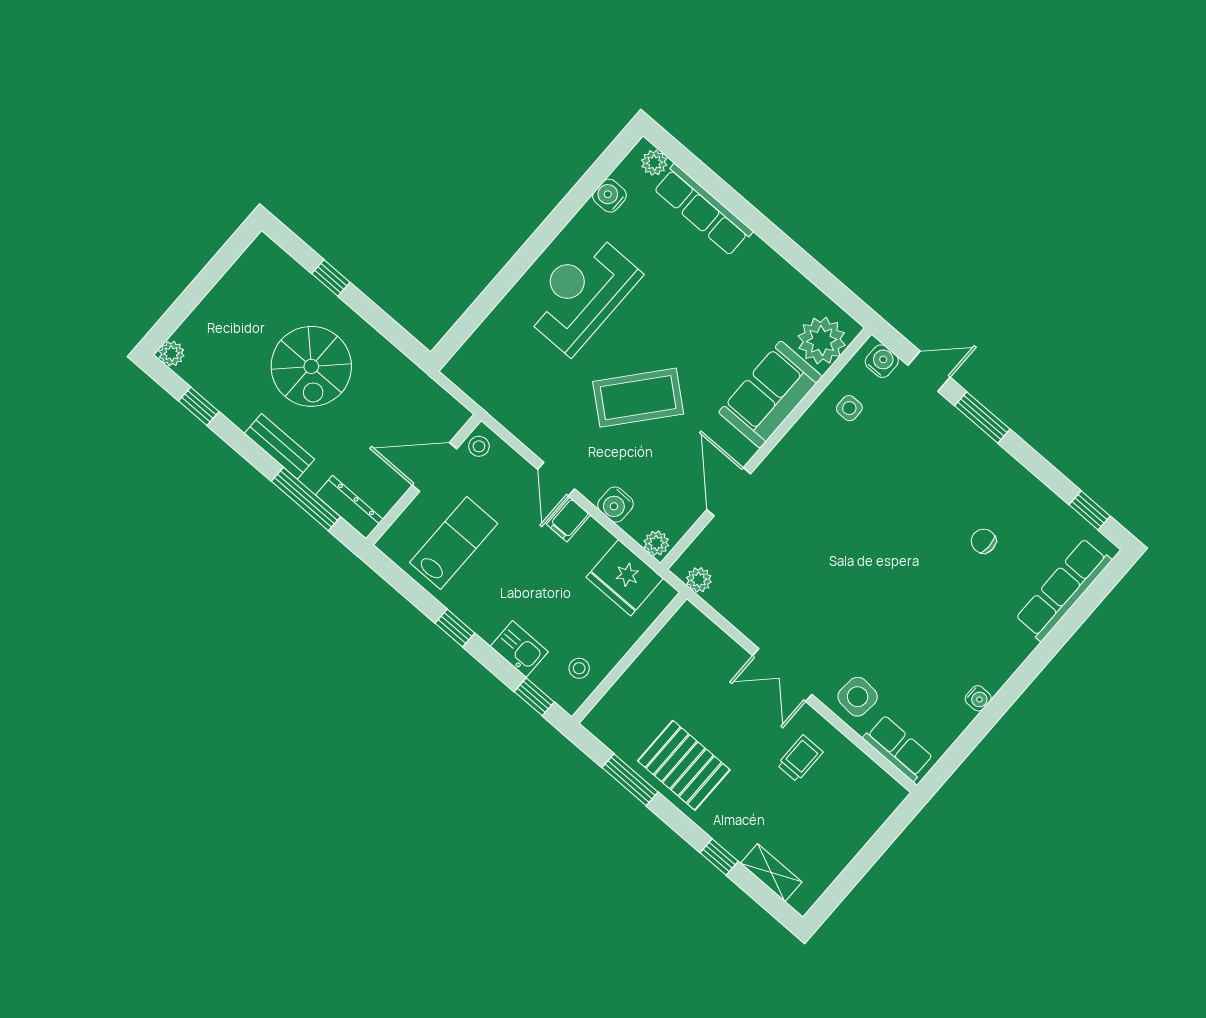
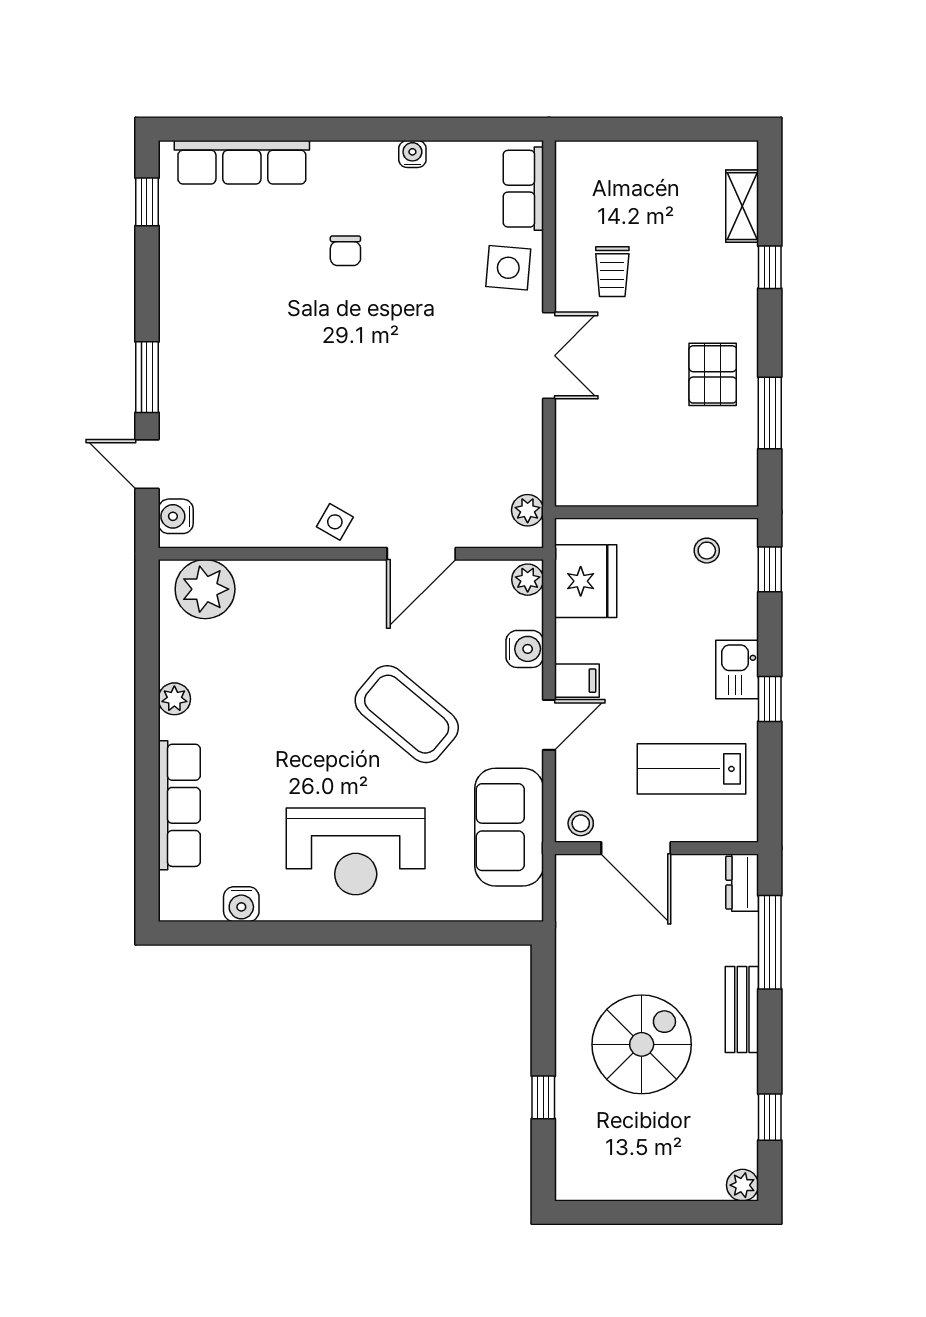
plant: (654, 163) -> (174, 699), moved
sofa: (770, 394) -> (509, 827), moved, turned 90
side table: (849, 408) -> (335, 522), moved, turned 30
dresser: (349, 507) -> (742, 883), width x0.70
chair: (984, 541) -> (345, 251), moved
kitchen sink: (519, 649) -> (737, 669), moved
trolley: (800, 758) -> (612, 272), turned -90
pallet: (684, 765) -> (713, 374), width x0.67, depth x0.71

